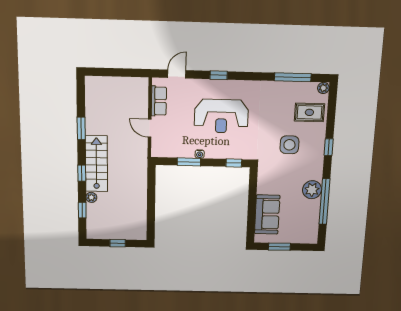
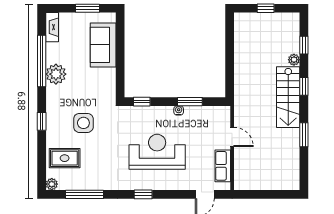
window: (219, 75) -> (143, 194), moved
fireplace: (313, 231) -> (52, 27), added

